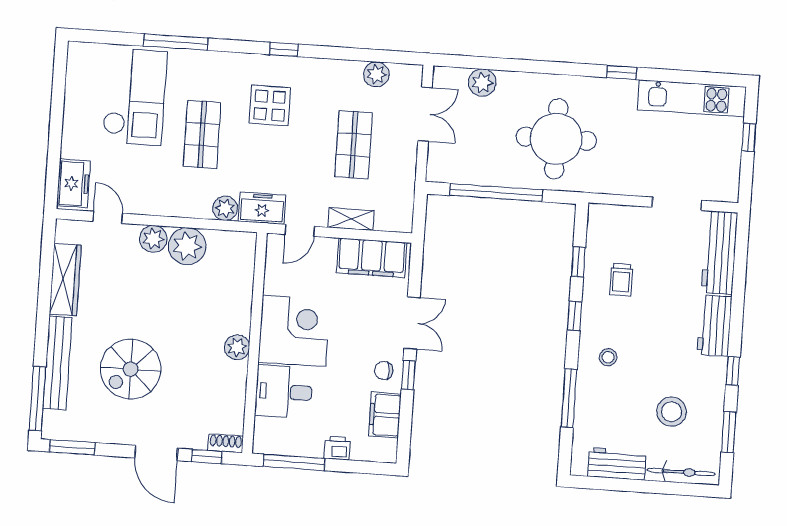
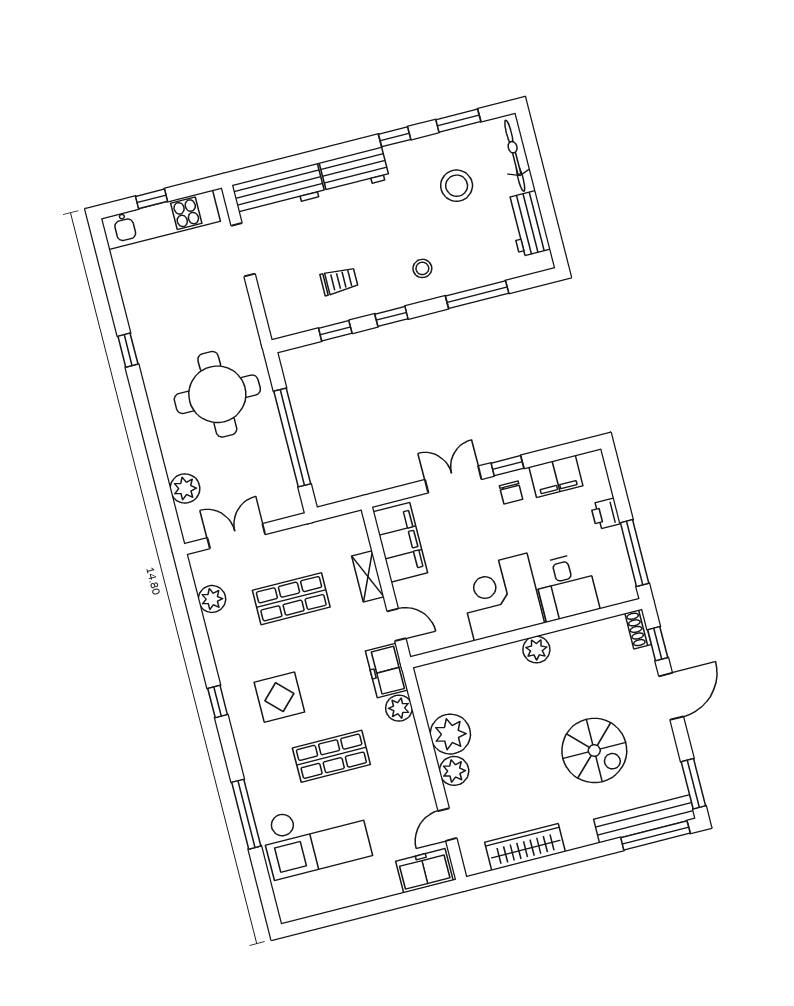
checkout: (135, 97) -> (316, 837), turned 180
kitchen unit: (692, 98) -> (161, 220), moved, turned 90
bench: (57, 363) -> (645, 819), moved

